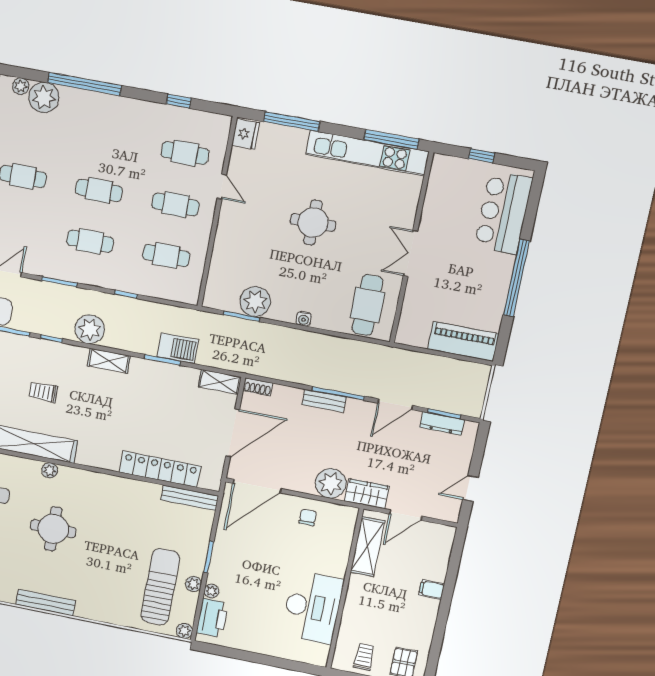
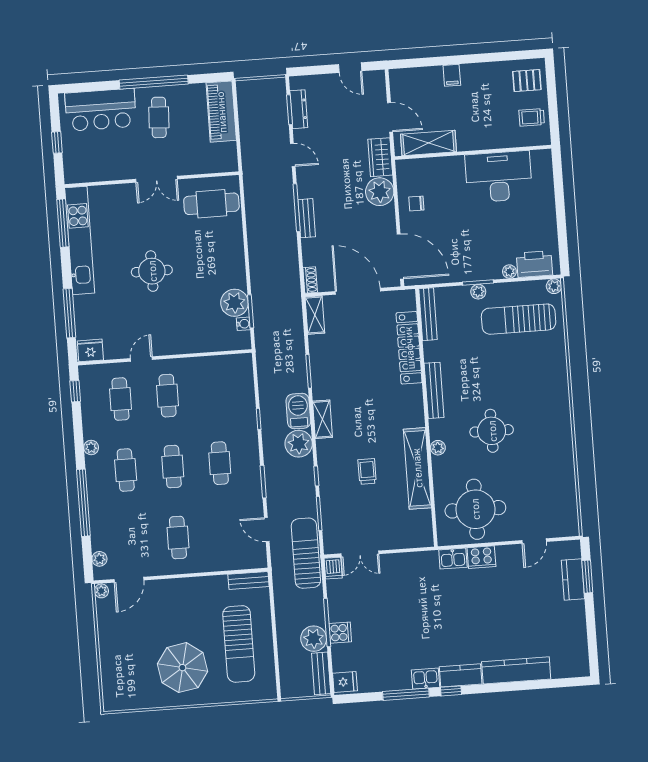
plant: (44, 97) -> (91, 447), moved, width x0.53, depth x0.53
window: (179, 101) -> (75, 391), moved
cafe table: (166, 256) -> (126, 470), moved
cafe table: (476, 273) -> (159, 117), added
water cooler: (304, 319) -> (243, 324), moved
barbecue: (178, 348) -> (298, 411), moved
trolley: (43, 392) -> (367, 471), turned 180
door: (395, 404) -> (293, 155), width x0.73
plant: (193, 584) -> (478, 292), moved
bench: (46, 603) -> (434, 390), moved

